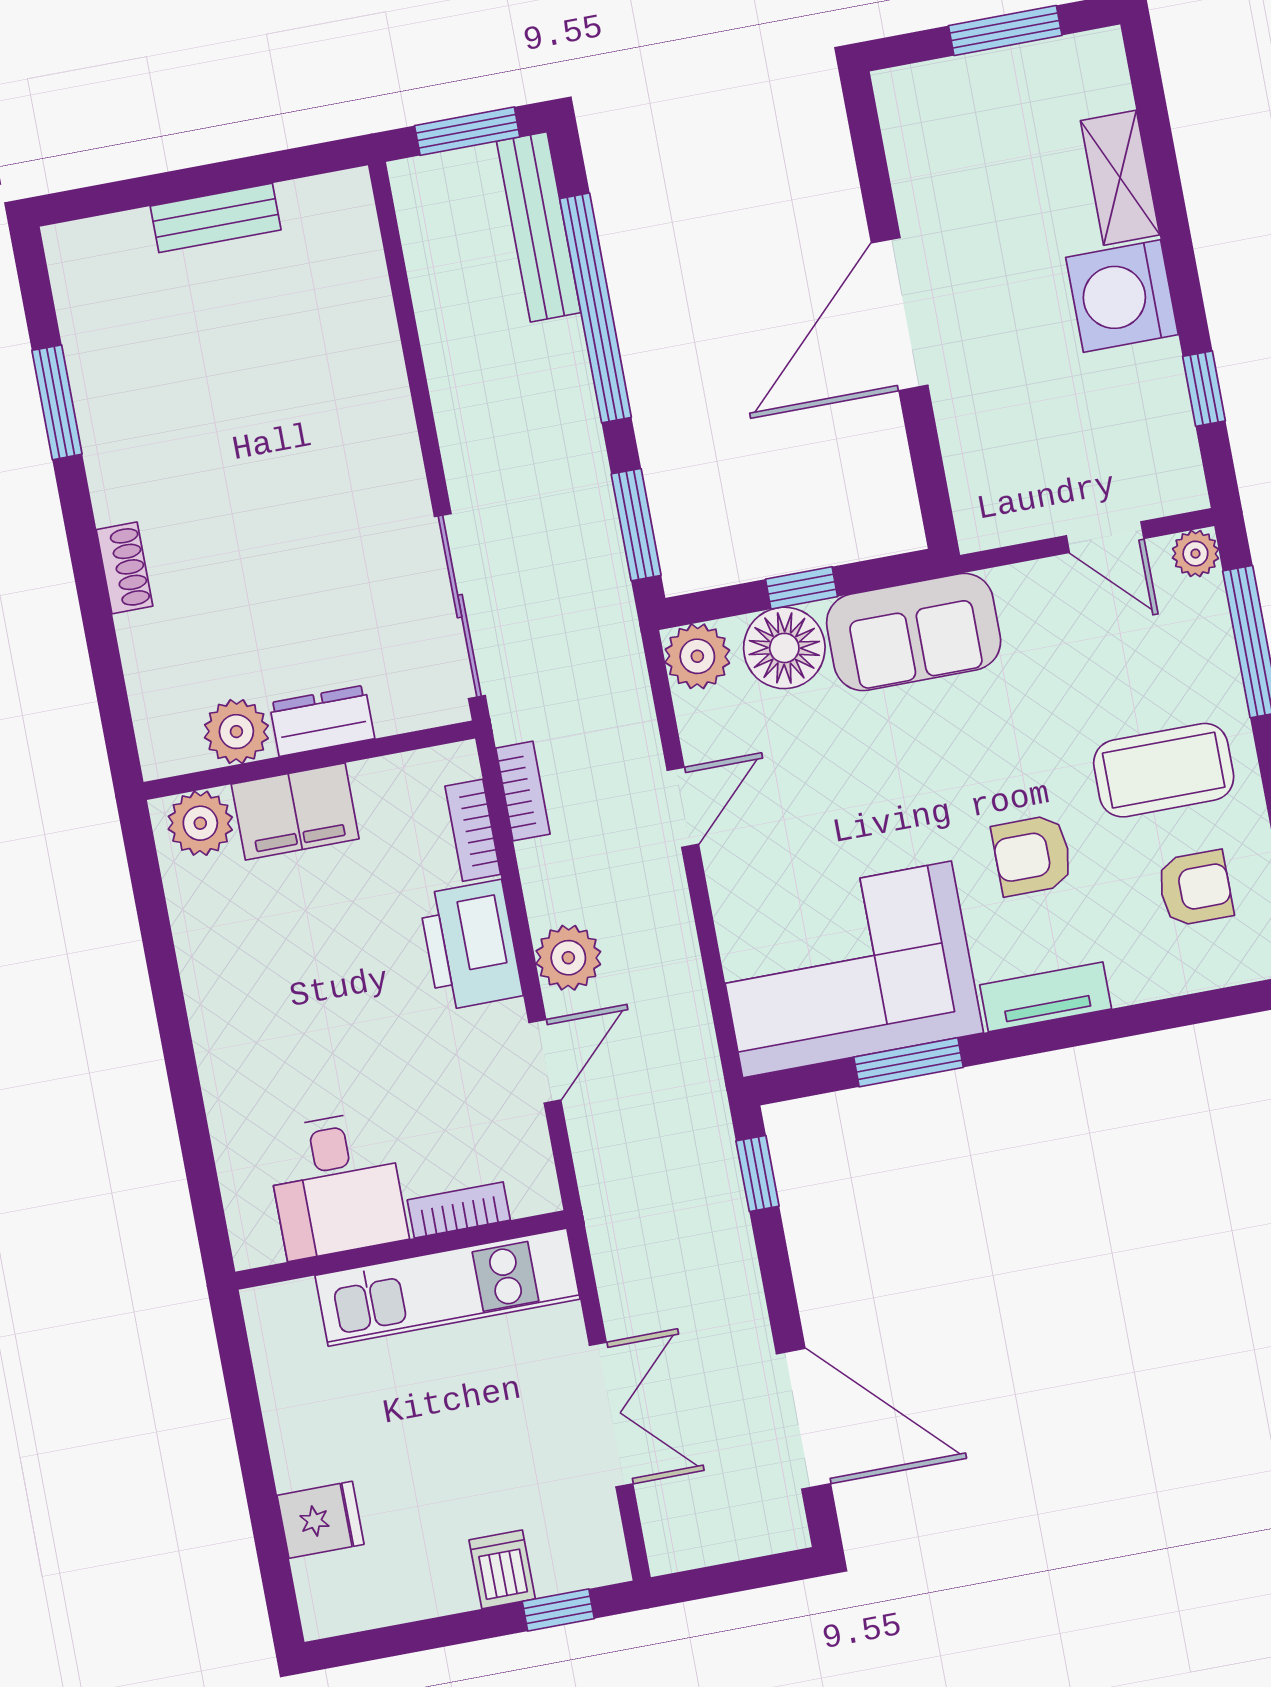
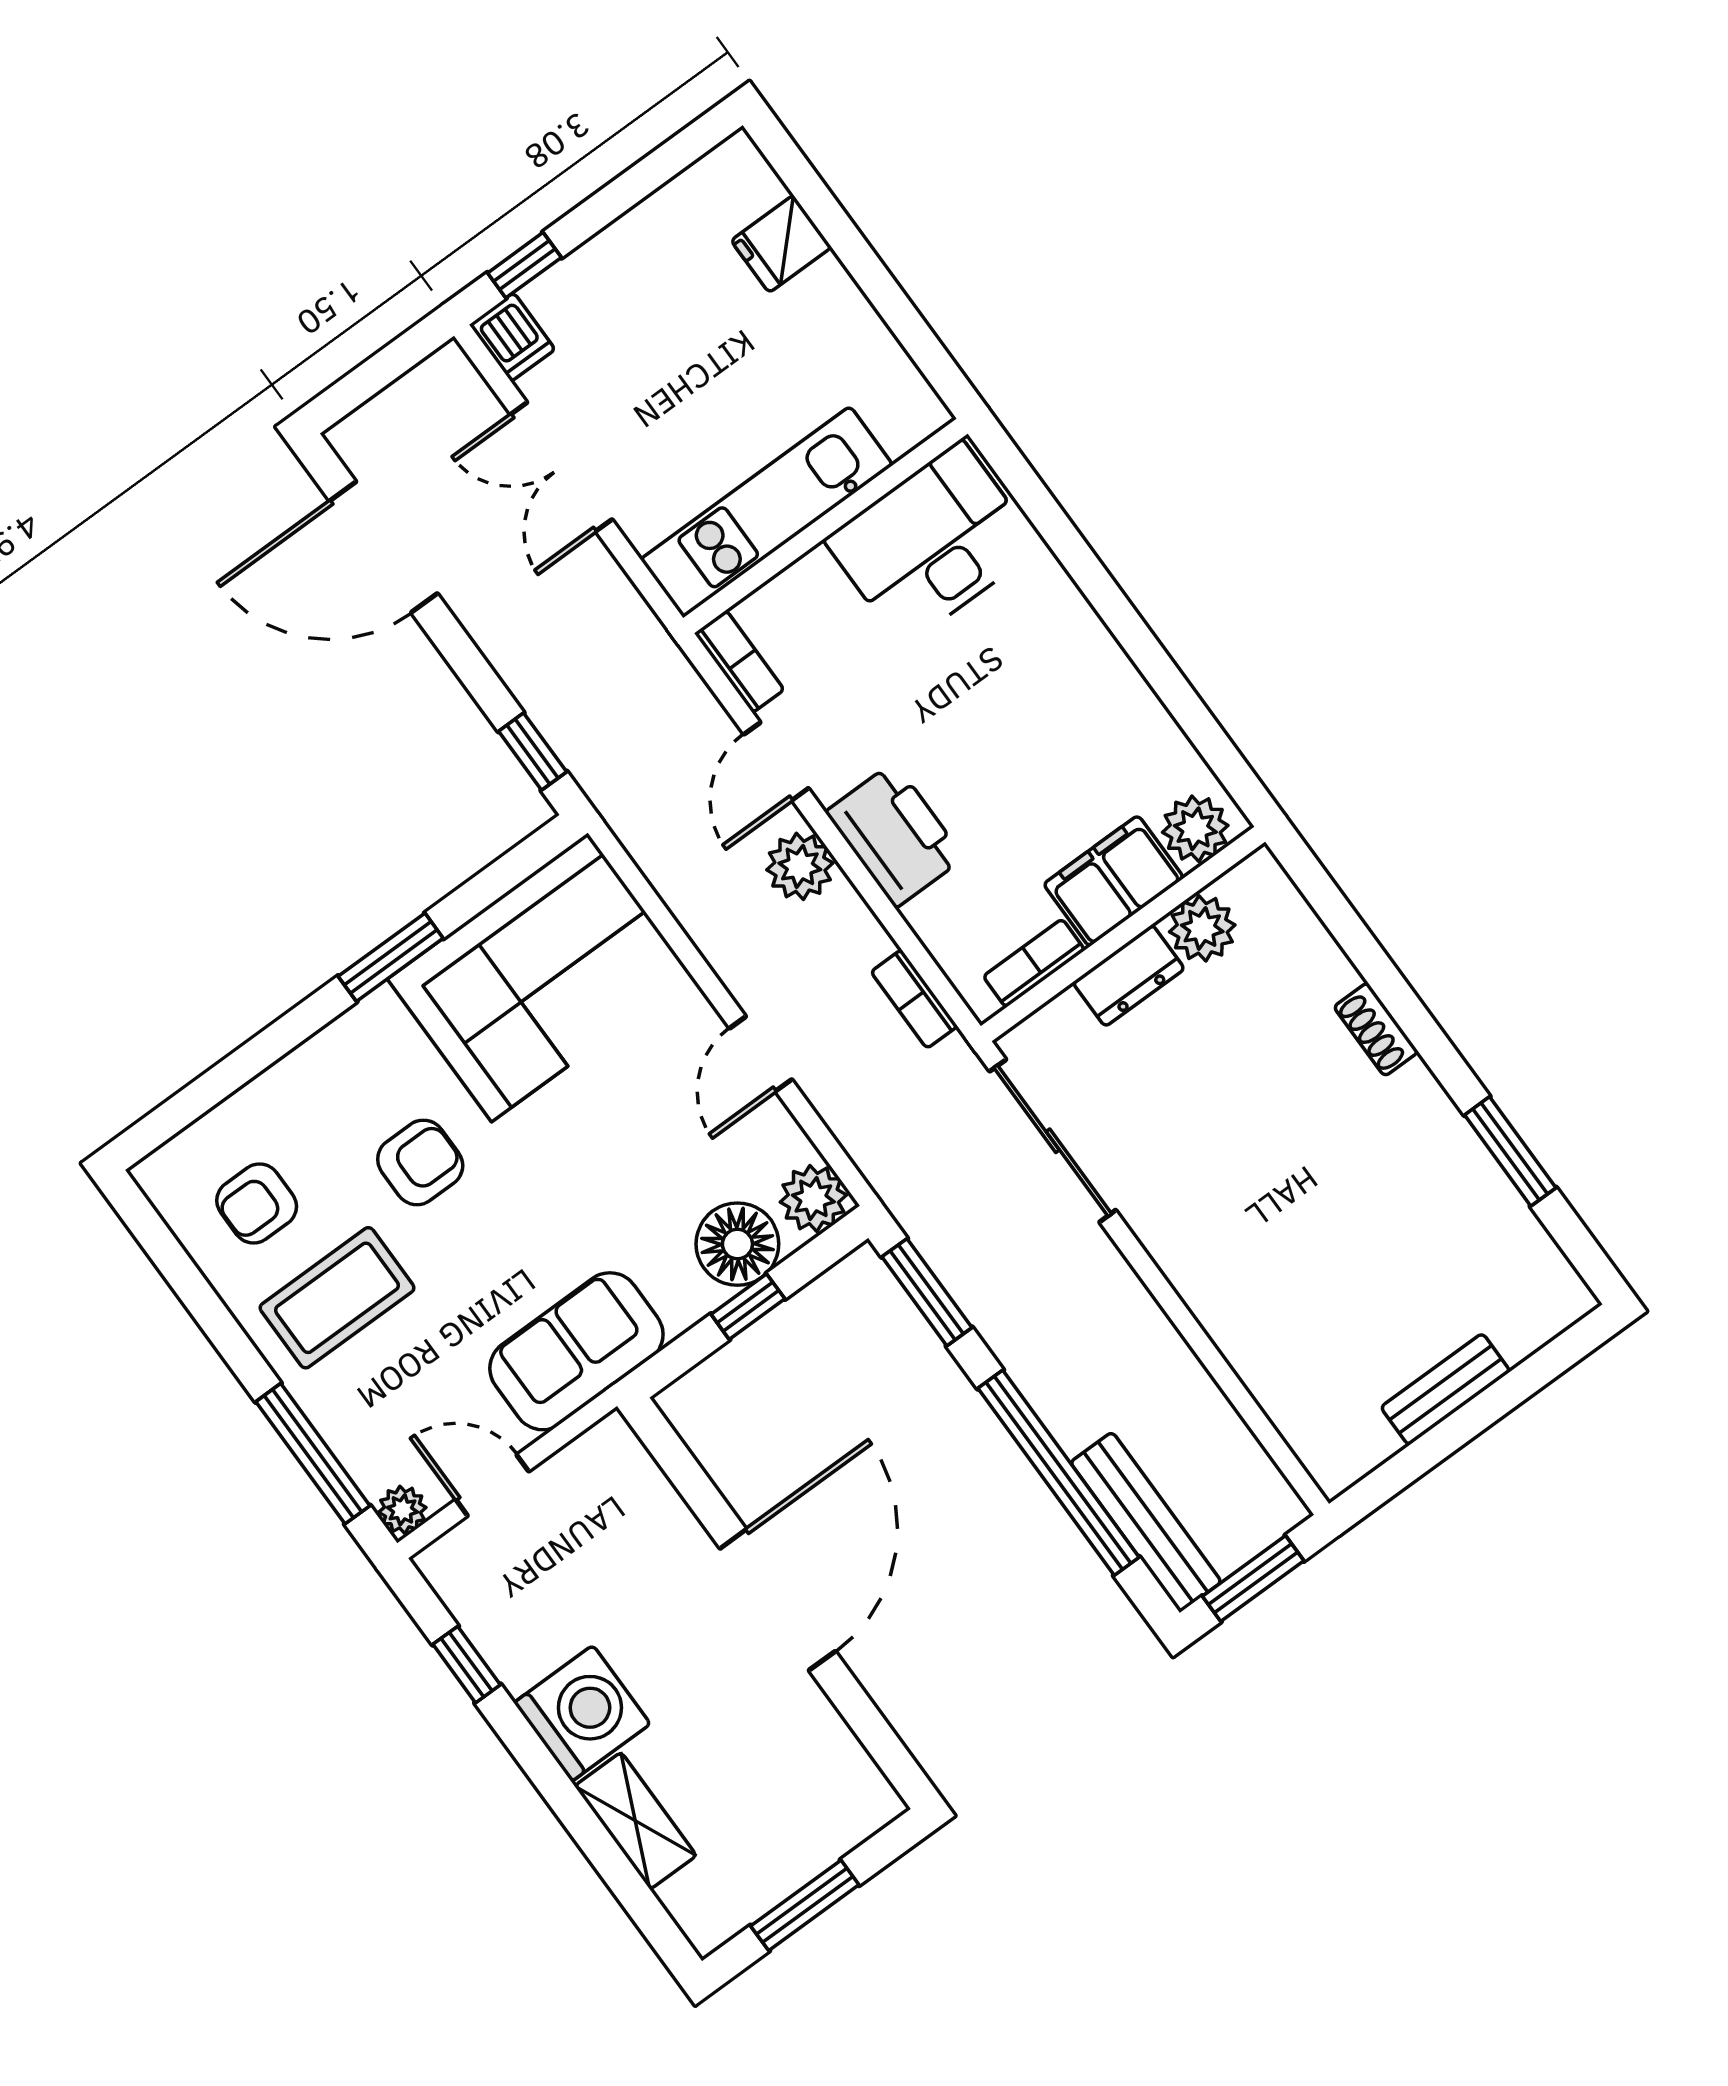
sofa: (914, 632) -> (576, 1351), moved
bookcase: (473, 830) -> (1034, 963), moved, turned -90
tv unit: (1046, 997) -> (346, 1039), removed
window: (908, 1062) -> (391, 957), moved
desk: (336, 1185) -> (932, 544), width x1.37
bookcase: (459, 1210) -> (739, 662), moved, turned -90
dishwasher: (502, 1569) -> (512, 337), moved

